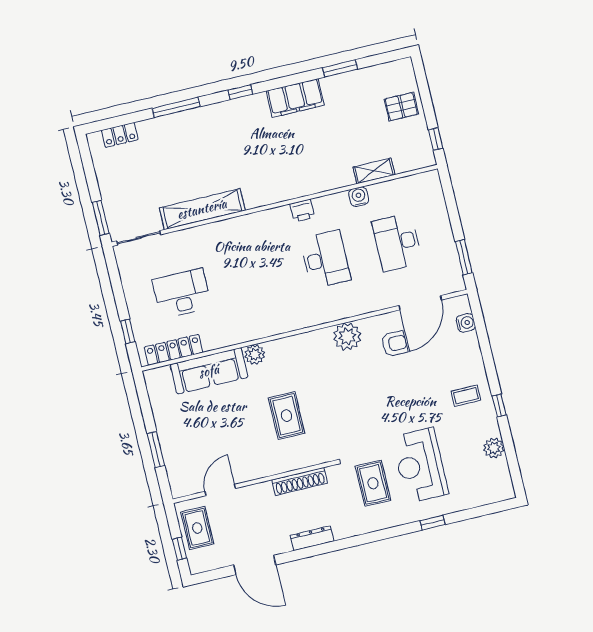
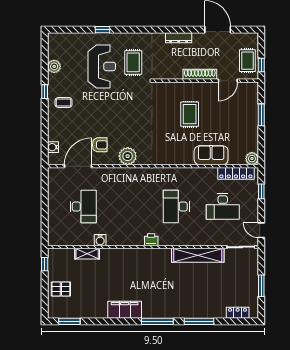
window: (340, 68) -> (69, 321), moved
window: (240, 92) -> (157, 321), width x2.17
printer: (302, 211) -> (151, 240), moved
window: (101, 218) -> (261, 286), moved
window: (464, 257) -> (45, 188), removed
desk: (325, 259) -> (176, 207), moved
door: (113, 271) -> (261, 230), added
armchair: (394, 344) -> (100, 145), turned 180
plant: (255, 355) -> (252, 159), moved
sofa: (209, 371) -> (211, 155), width x0.73
rug: (287, 416) -> (190, 114), moved
shoe rack: (300, 481) -> (200, 74), moved
window: (179, 549) -> (261, 65), moved

